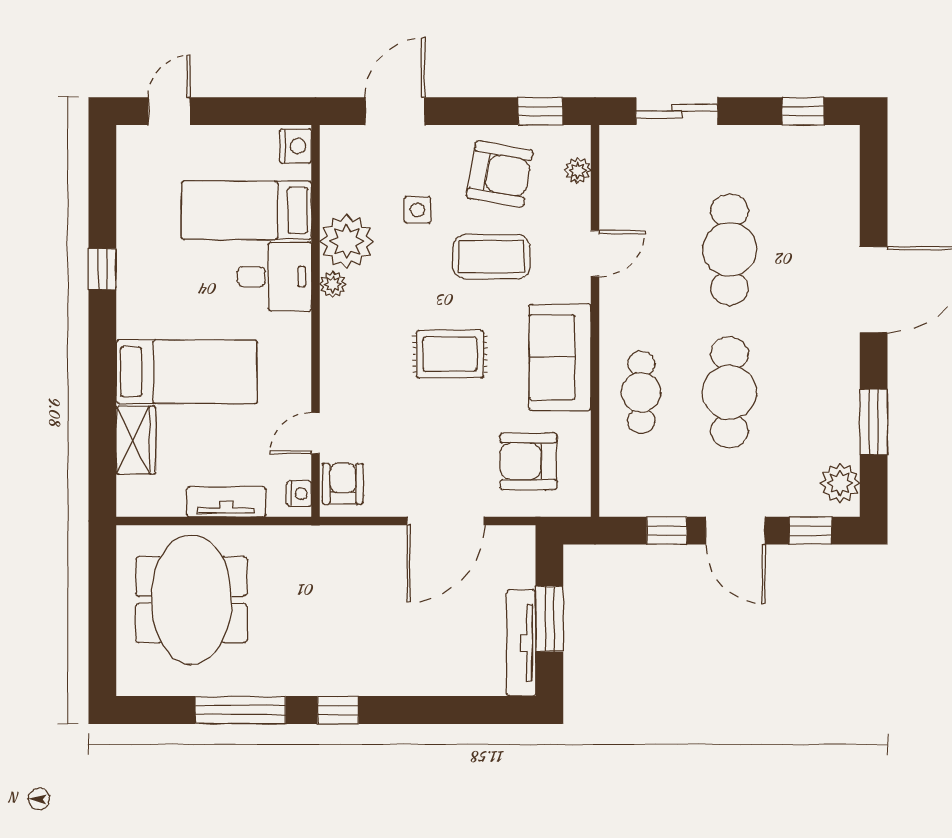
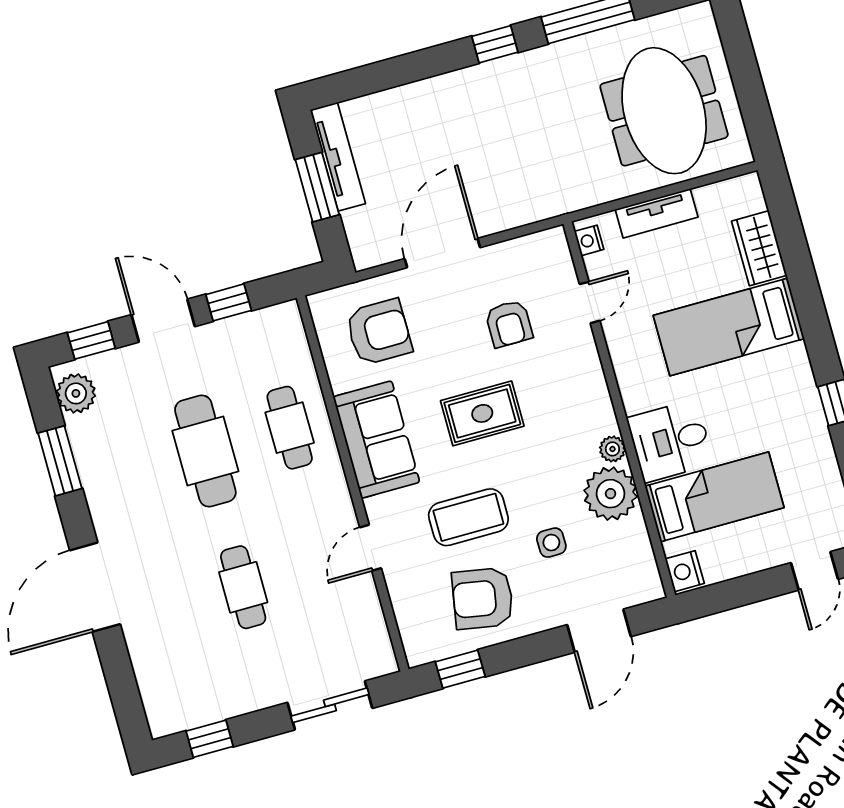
plant: (578, 170) -> (409, 622), removed
cafe table: (729, 250) -> (243, 587), width x0.73, depth x0.74
armchair: (343, 484) -> (509, 324), moved

